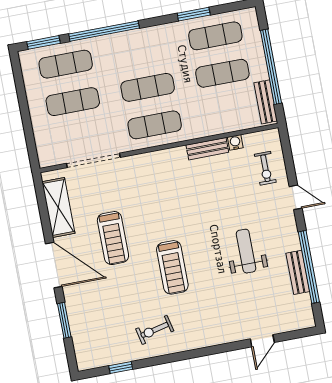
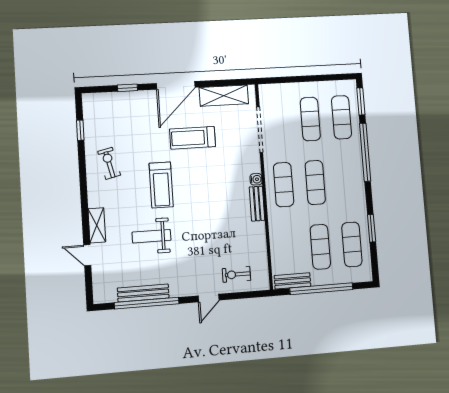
water cooler: (235, 142) -> (256, 179), moved
bench: (207, 149) -> (257, 204), moved
weight bench: (246, 251) -> (152, 236), moved, turned 180
treadmill: (172, 267) -> (161, 185), turned -90
bench: (298, 272) -> (143, 293), width x1.36
window: (64, 320) -> (127, 88), width x0.67
shelving: (227, 334) -> (97, 225), added

